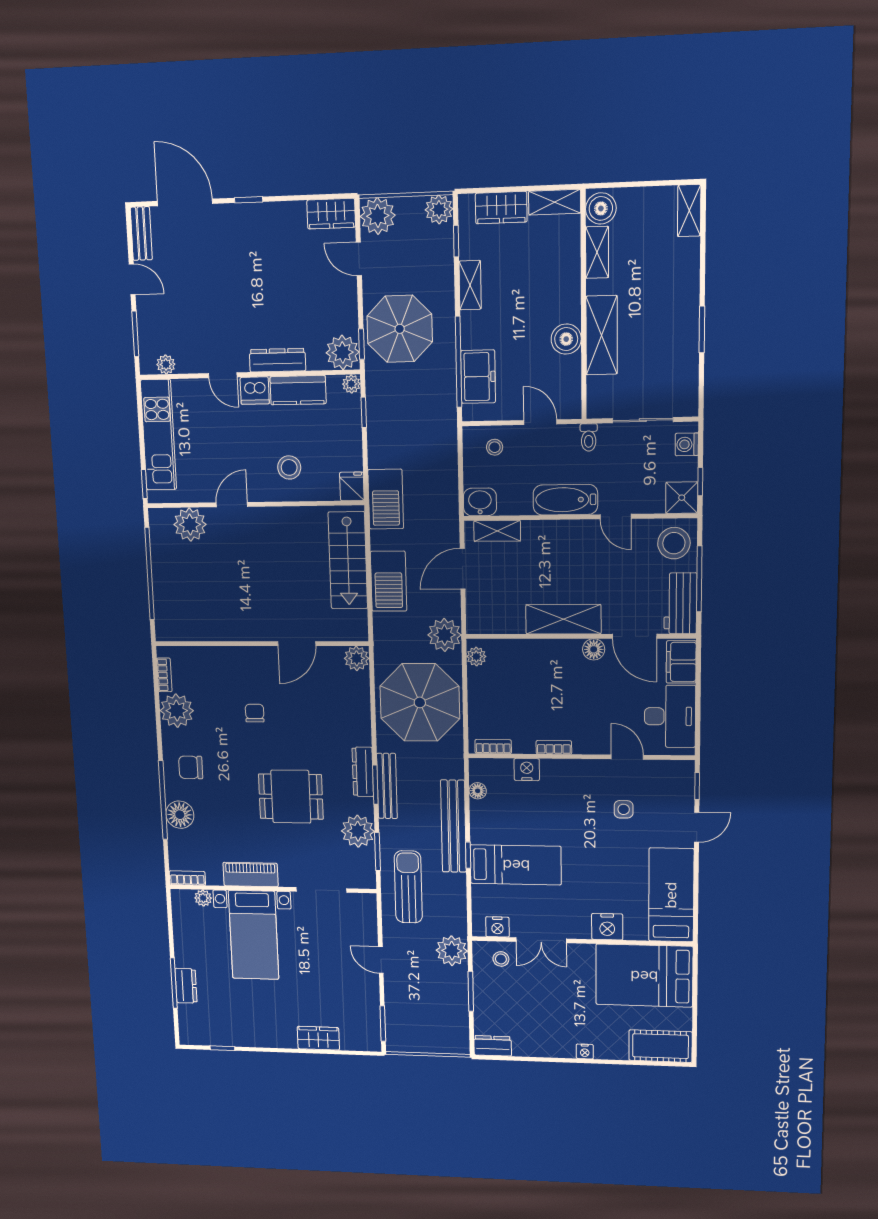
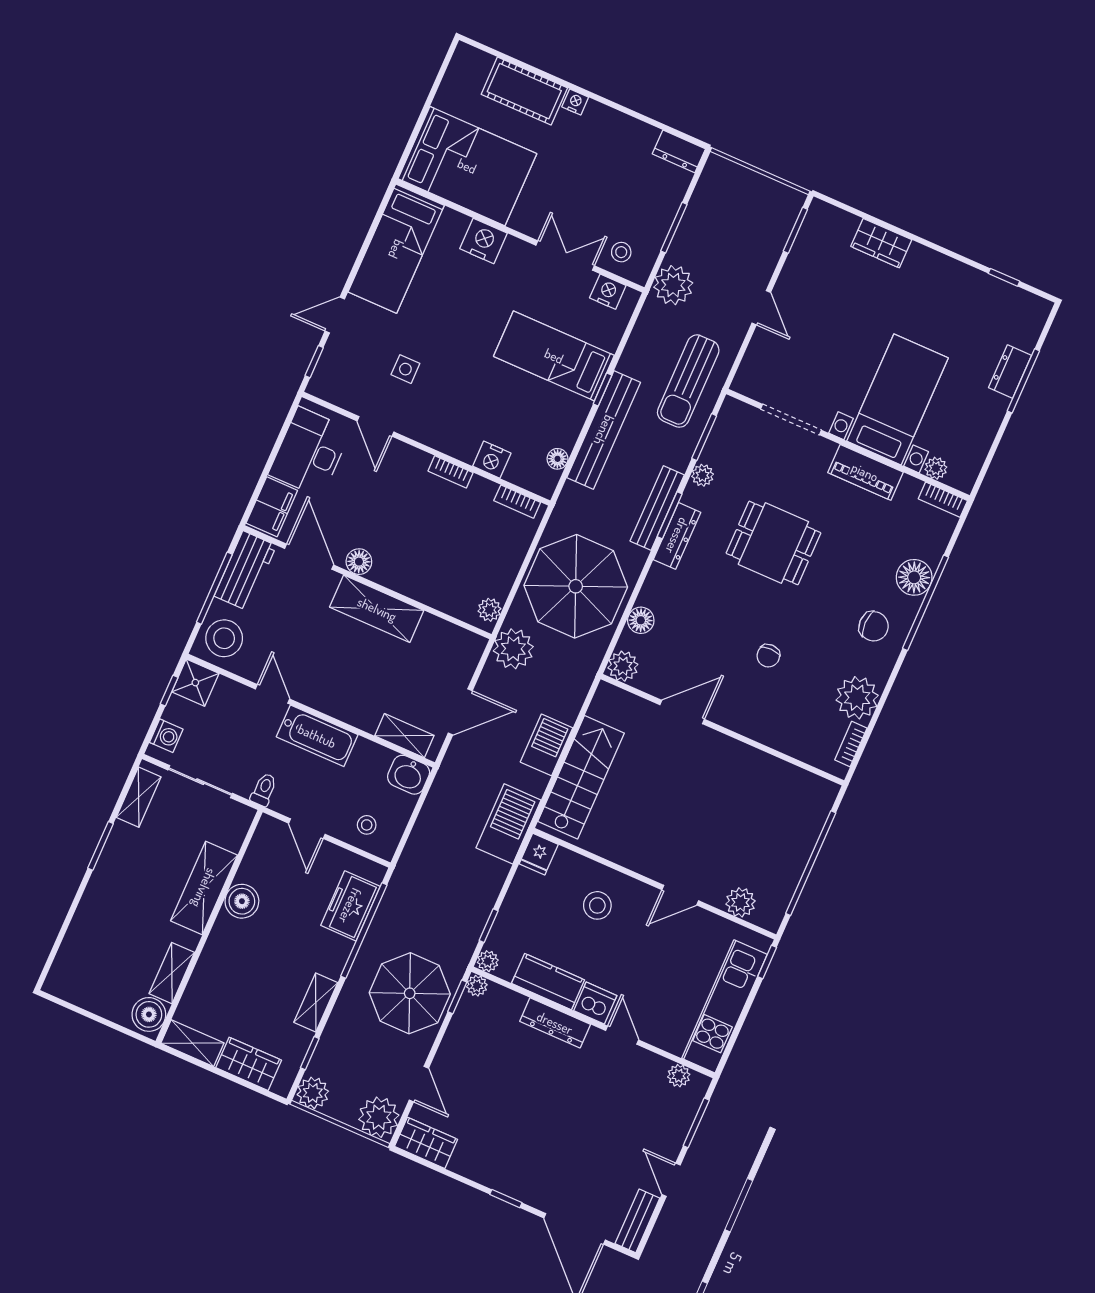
shelving: (689, 211) -> (139, 797), moved
plant: (343, 352) -> (477, 986), width x0.53, depth x0.53
plant: (190, 525) -> (741, 902), width x0.73, depth x0.73
barbecue: (389, 581) -> (547, 745), width x0.73, depth x0.83
floor lamp: (360, 698) -> (641, 620), added
plant: (358, 831) -> (703, 475), width x0.53, depth x0.53
cot: (660, 1046) -> (524, 91), moved

